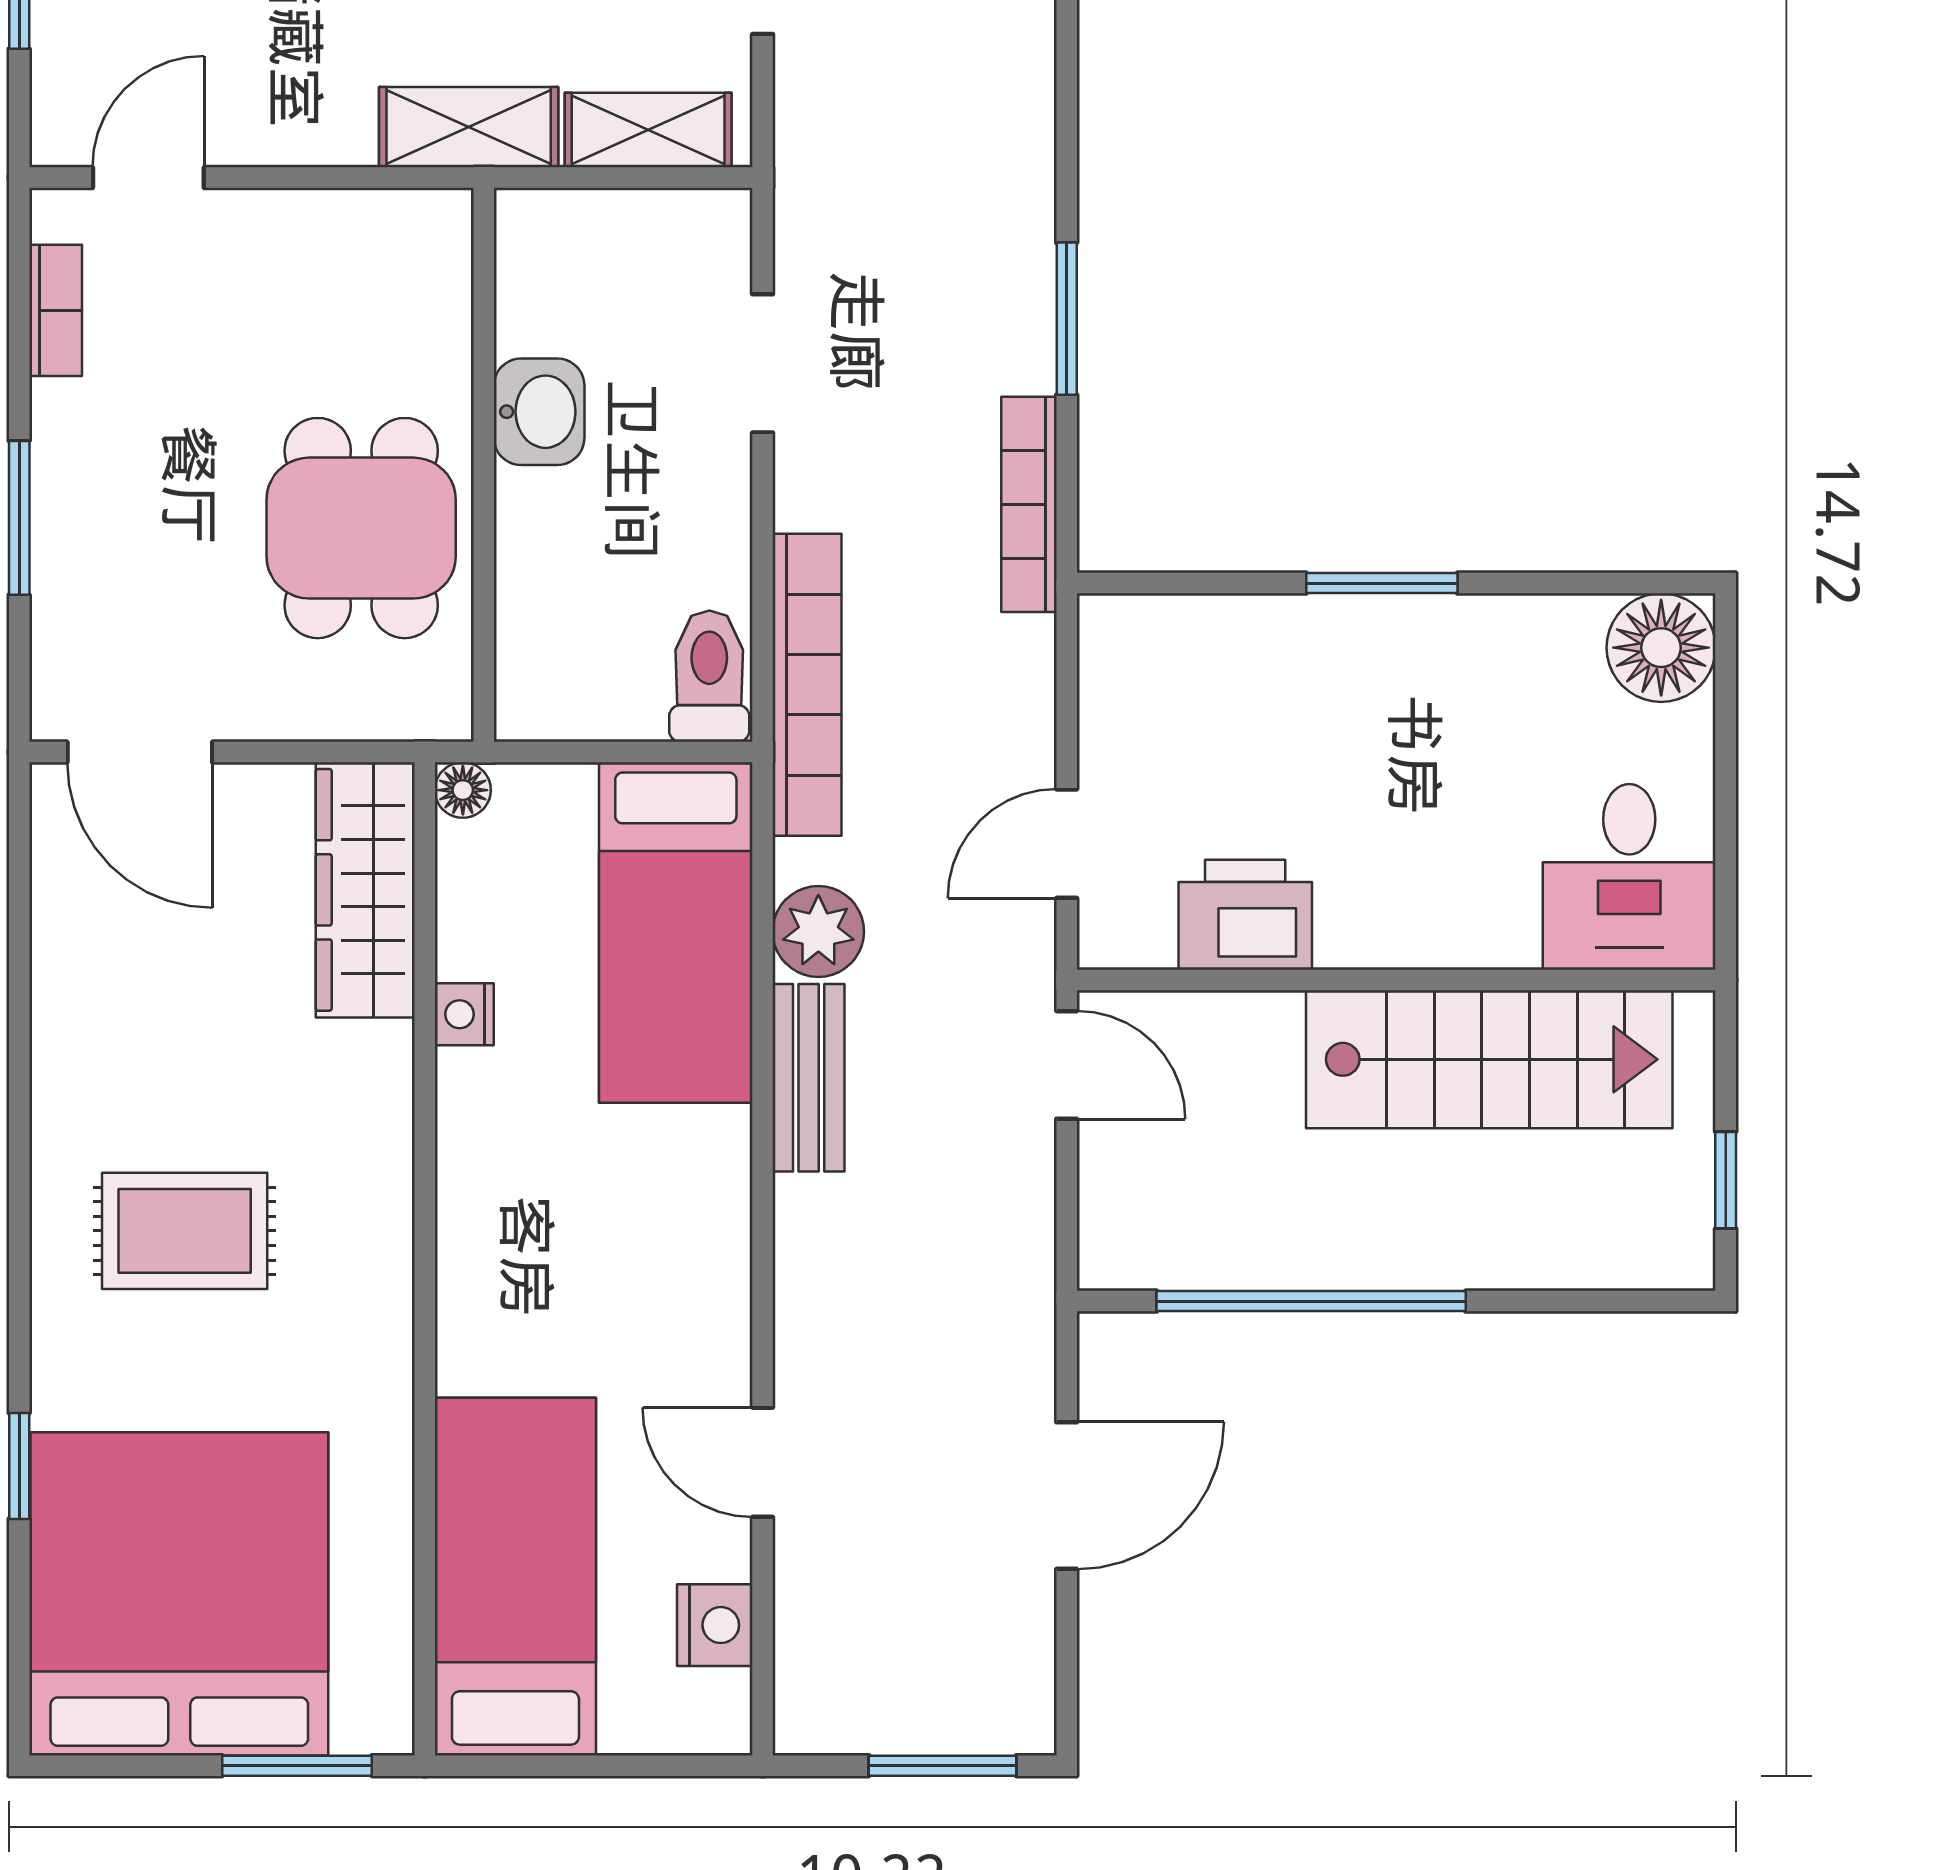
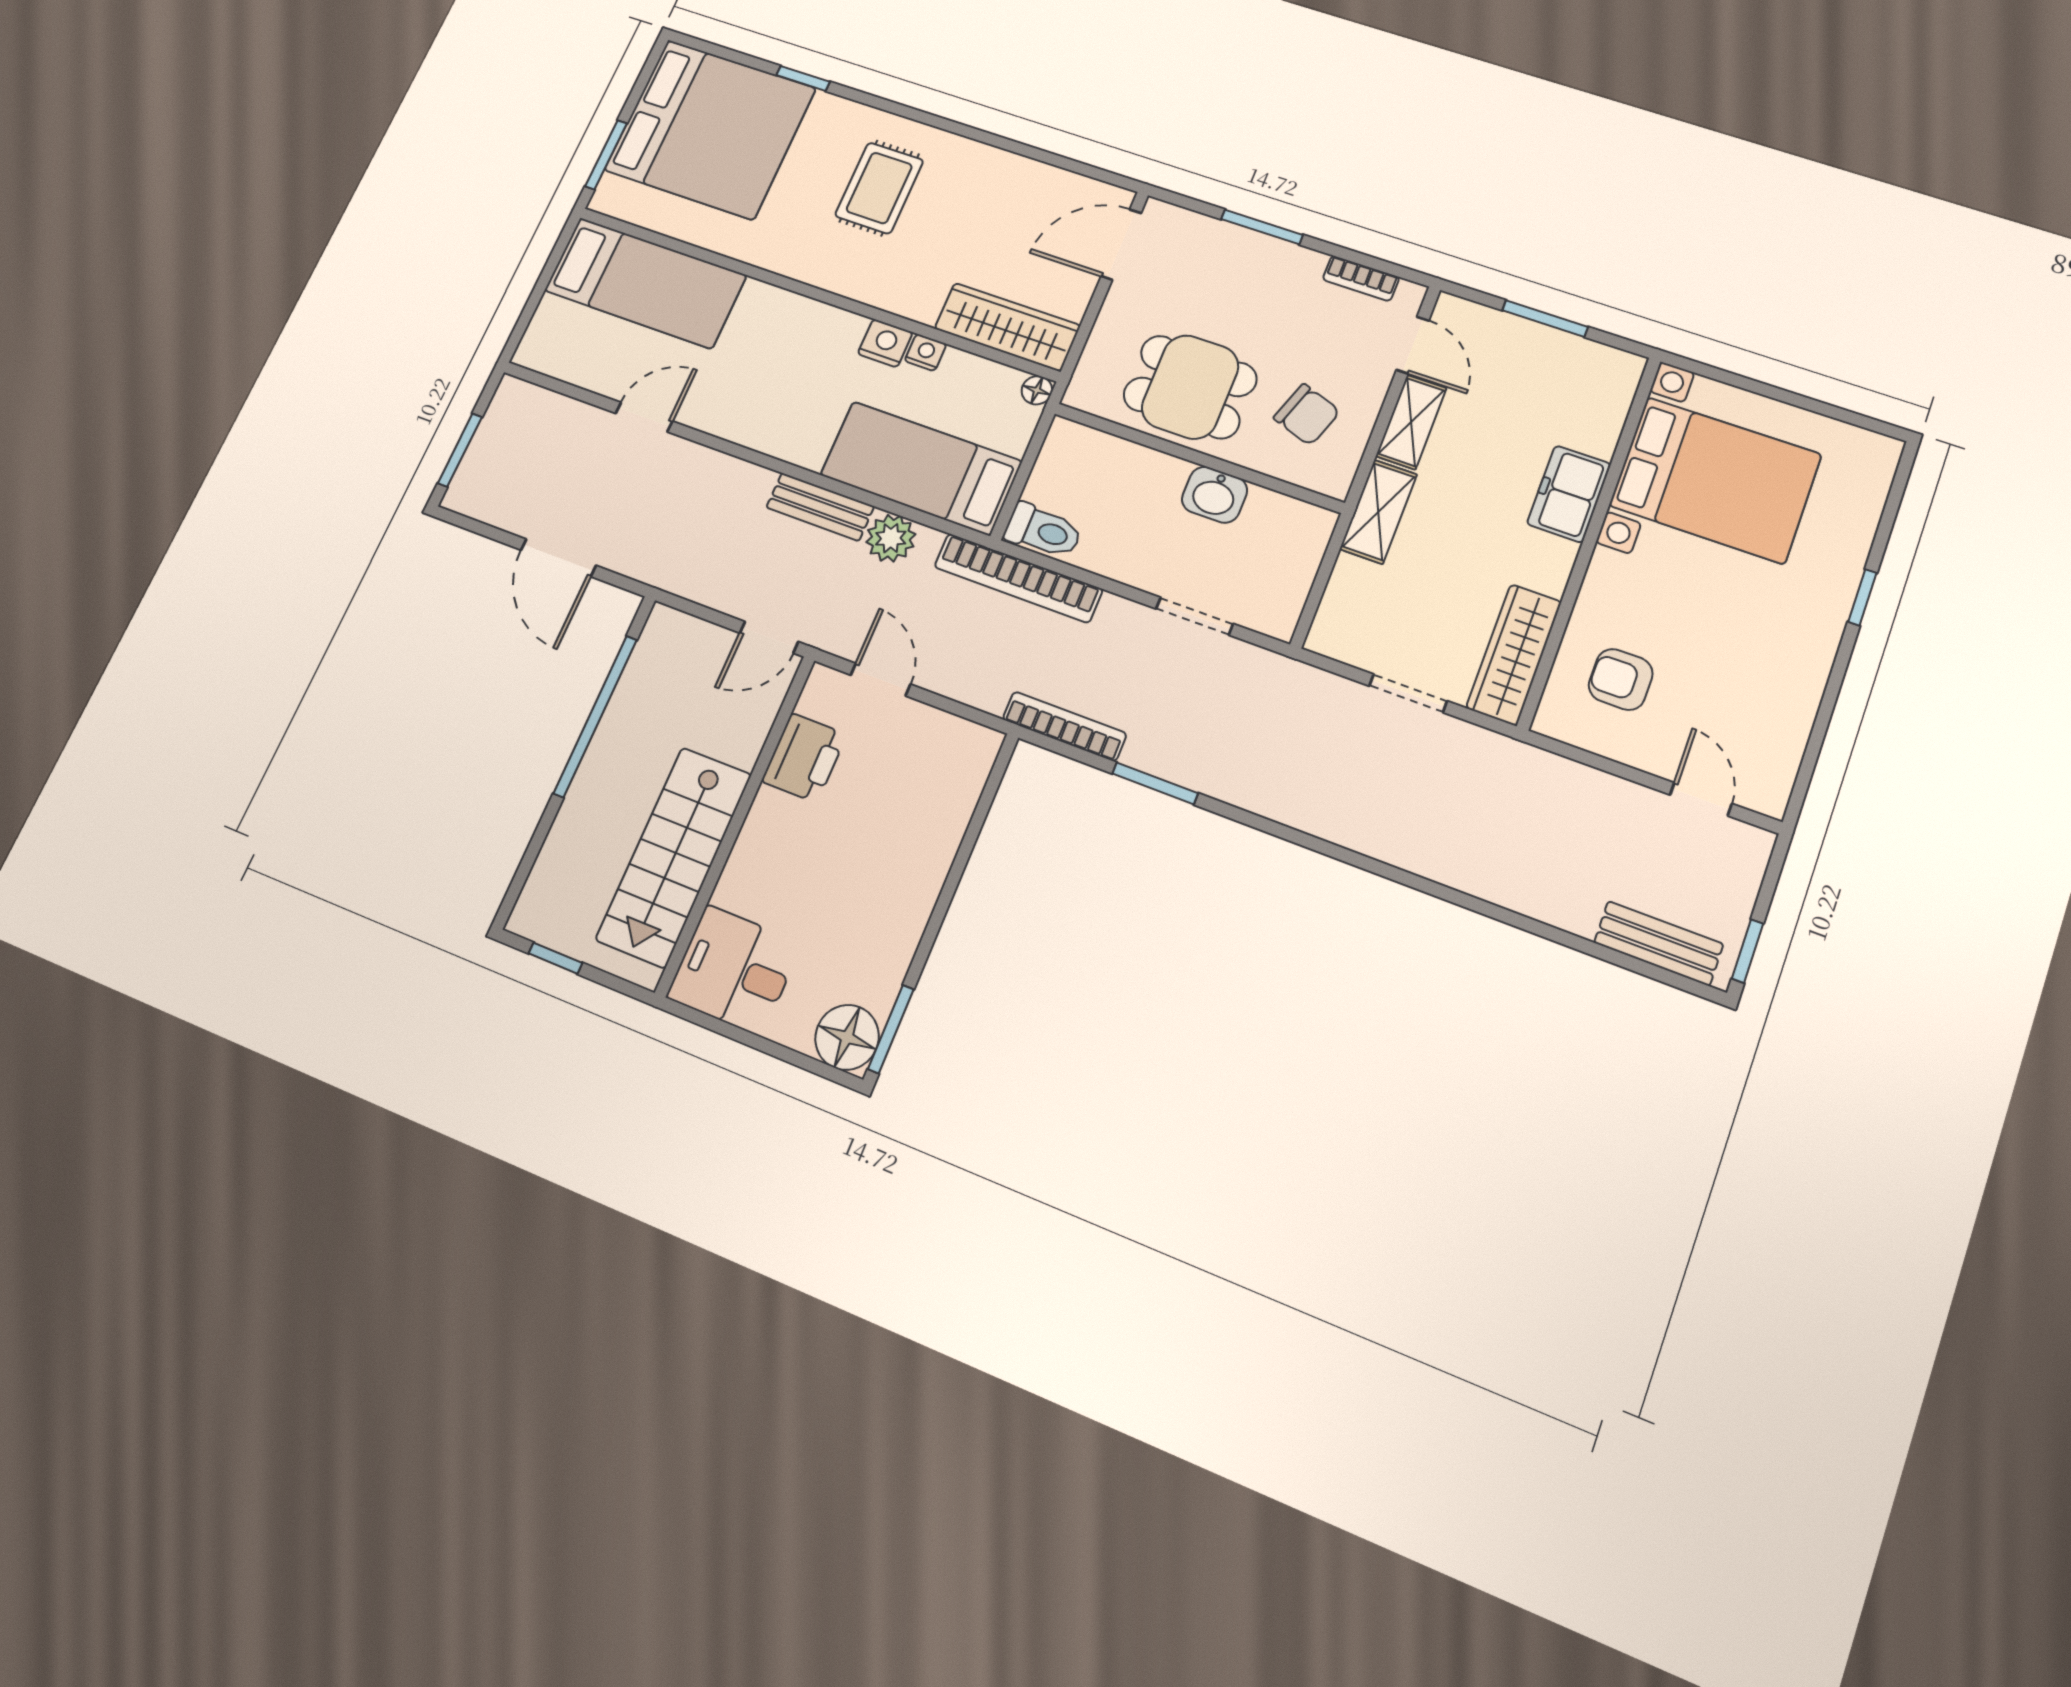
shelving: (648, 130) -> (1411, 422), moved
chair: (339, 310) -> (1307, 415), added
window: (1382, 583) -> (891, 1029), moved
nightstand: (715, 1625) -> (885, 343), moved, turned 180

